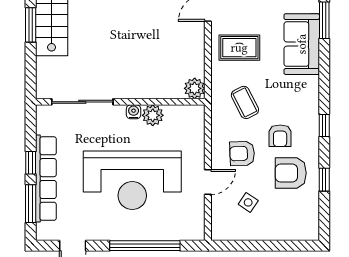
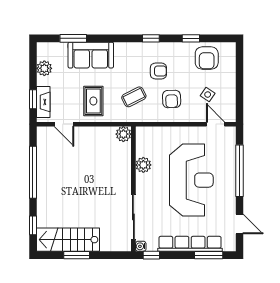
water cooler: (134, 112) -> (141, 246), moved
window: (31, 163) -> (151, 255), moved
armchair: (291, 173) -> (207, 58), moved
door: (208, 182) -> (215, 124), moved

